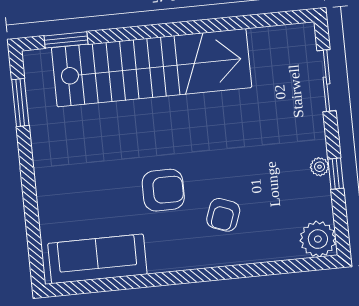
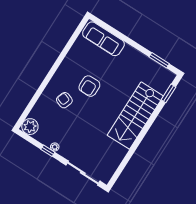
stairs: (152, 68) -> (135, 116), width x0.73
sliding door: (327, 81) -> (83, 173), width x1.37
sofa: (97, 259) -> (103, 39), moved, turned 90

